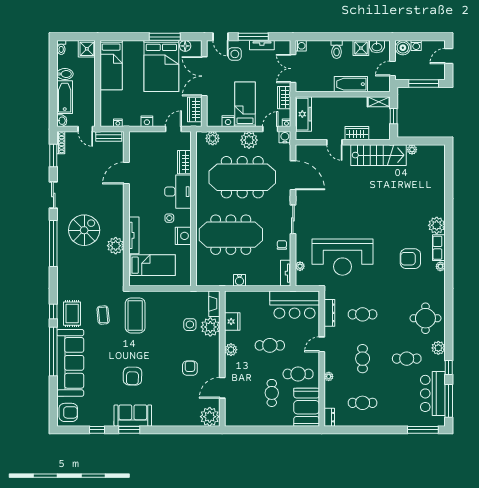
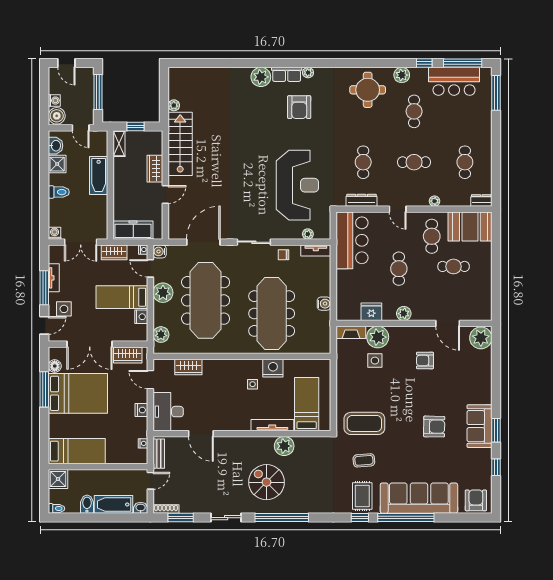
desk: (178, 192) -> (168, 412), moved, turned -90
rug: (72, 314) -> (362, 496), turned 90

